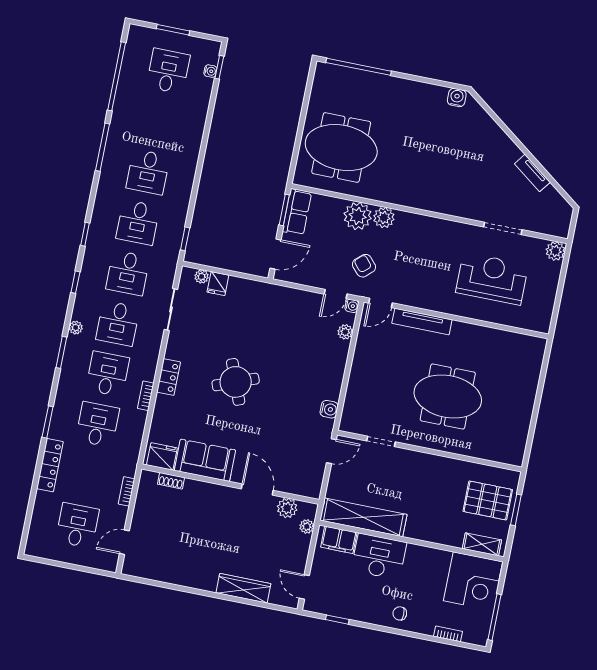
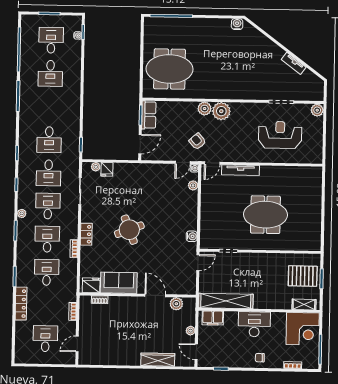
desk: (148, 172) -> (50, 73), moved
plant: (358, 216) -> (221, 111), moved
desk: (118, 323) -> (48, 206), turned 180
plant: (307, 526) -> (191, 331), moved
desk: (379, 556) -> (254, 324), moved

